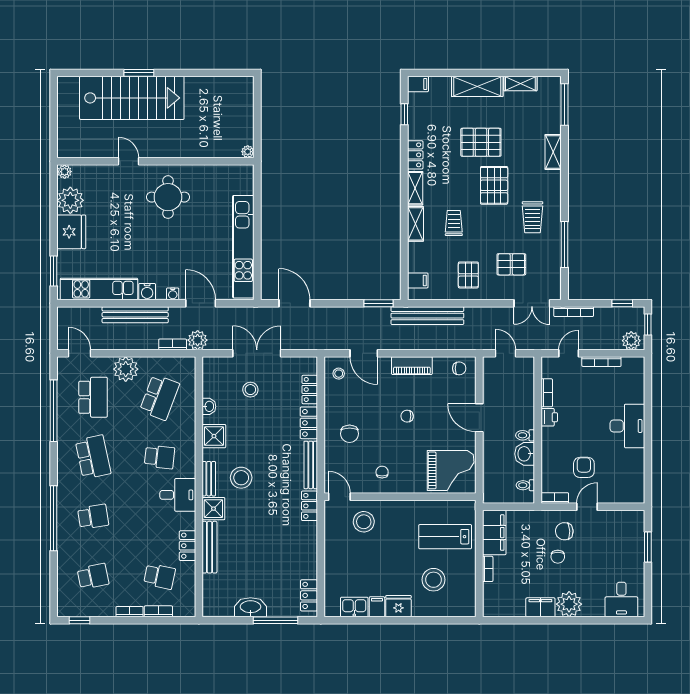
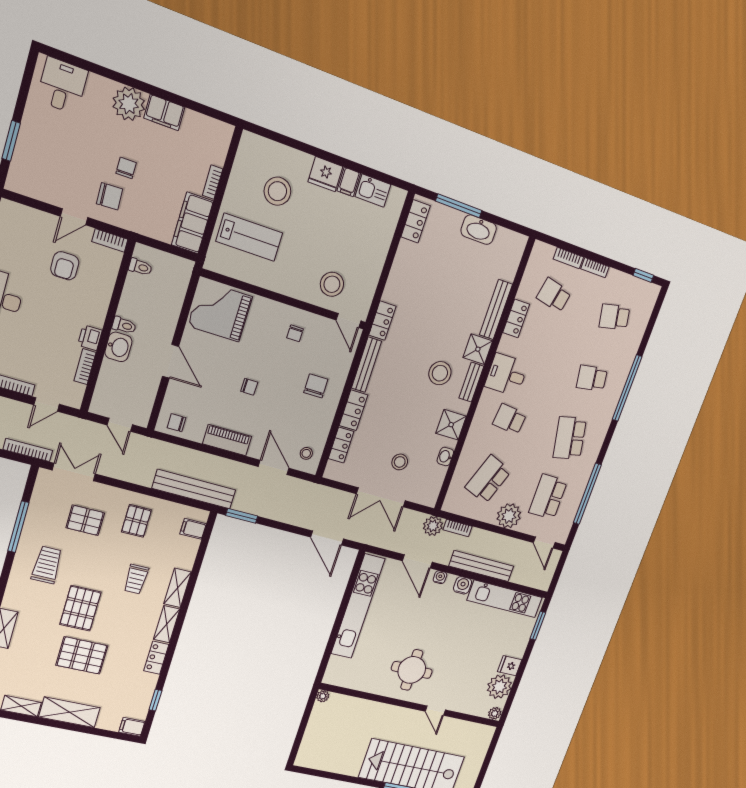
fridge: (71, 232) -> (510, 666), width x0.53, depth x0.75
washbasin: (525, 454) -> (118, 347), moved

